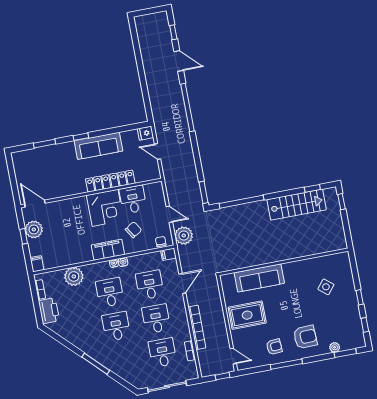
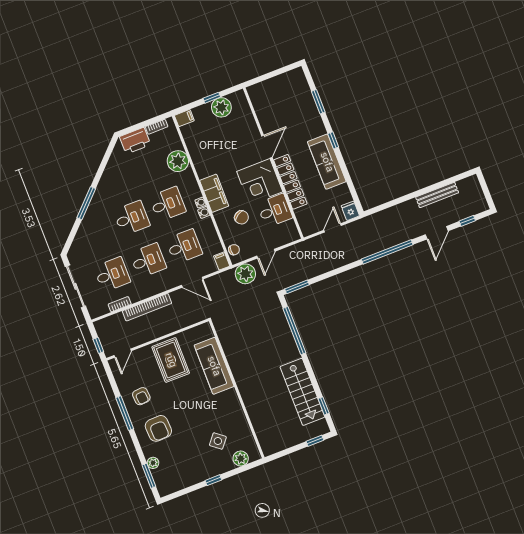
bench: (146, 54) -> (437, 195), added
door: (35, 204) -> (267, 147), moved
plant: (345, 270) -> (241, 459), added
window: (365, 325) -> (184, 492), removed

